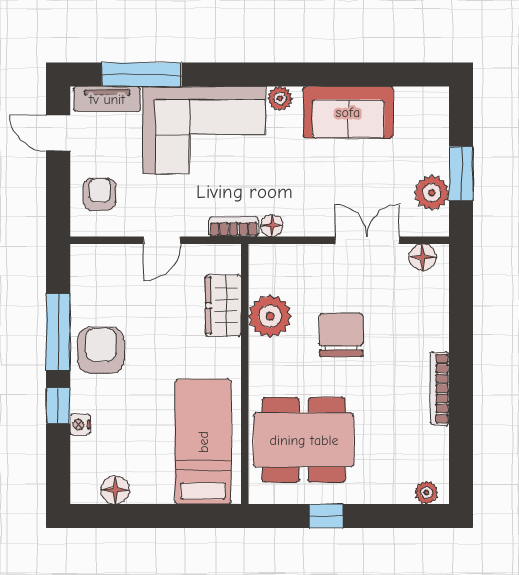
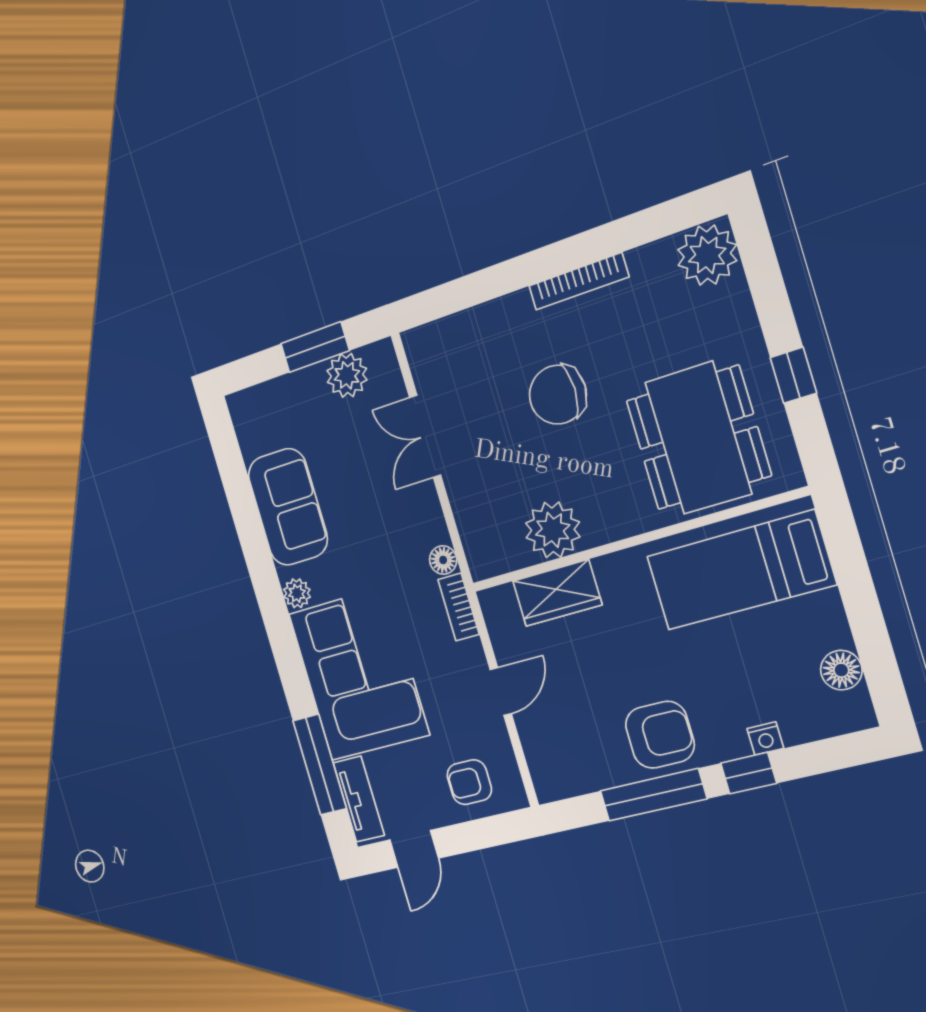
door: (162, 240) -> (501, 692), hinge flipped
floor lamp: (423, 257) -> (425, 360), removed
chair: (341, 335) -> (558, 395), moved
armchair: (101, 350) -> (660, 735), turned 180
plant: (427, 493) -> (707, 255), width x1.88, depth x1.88

